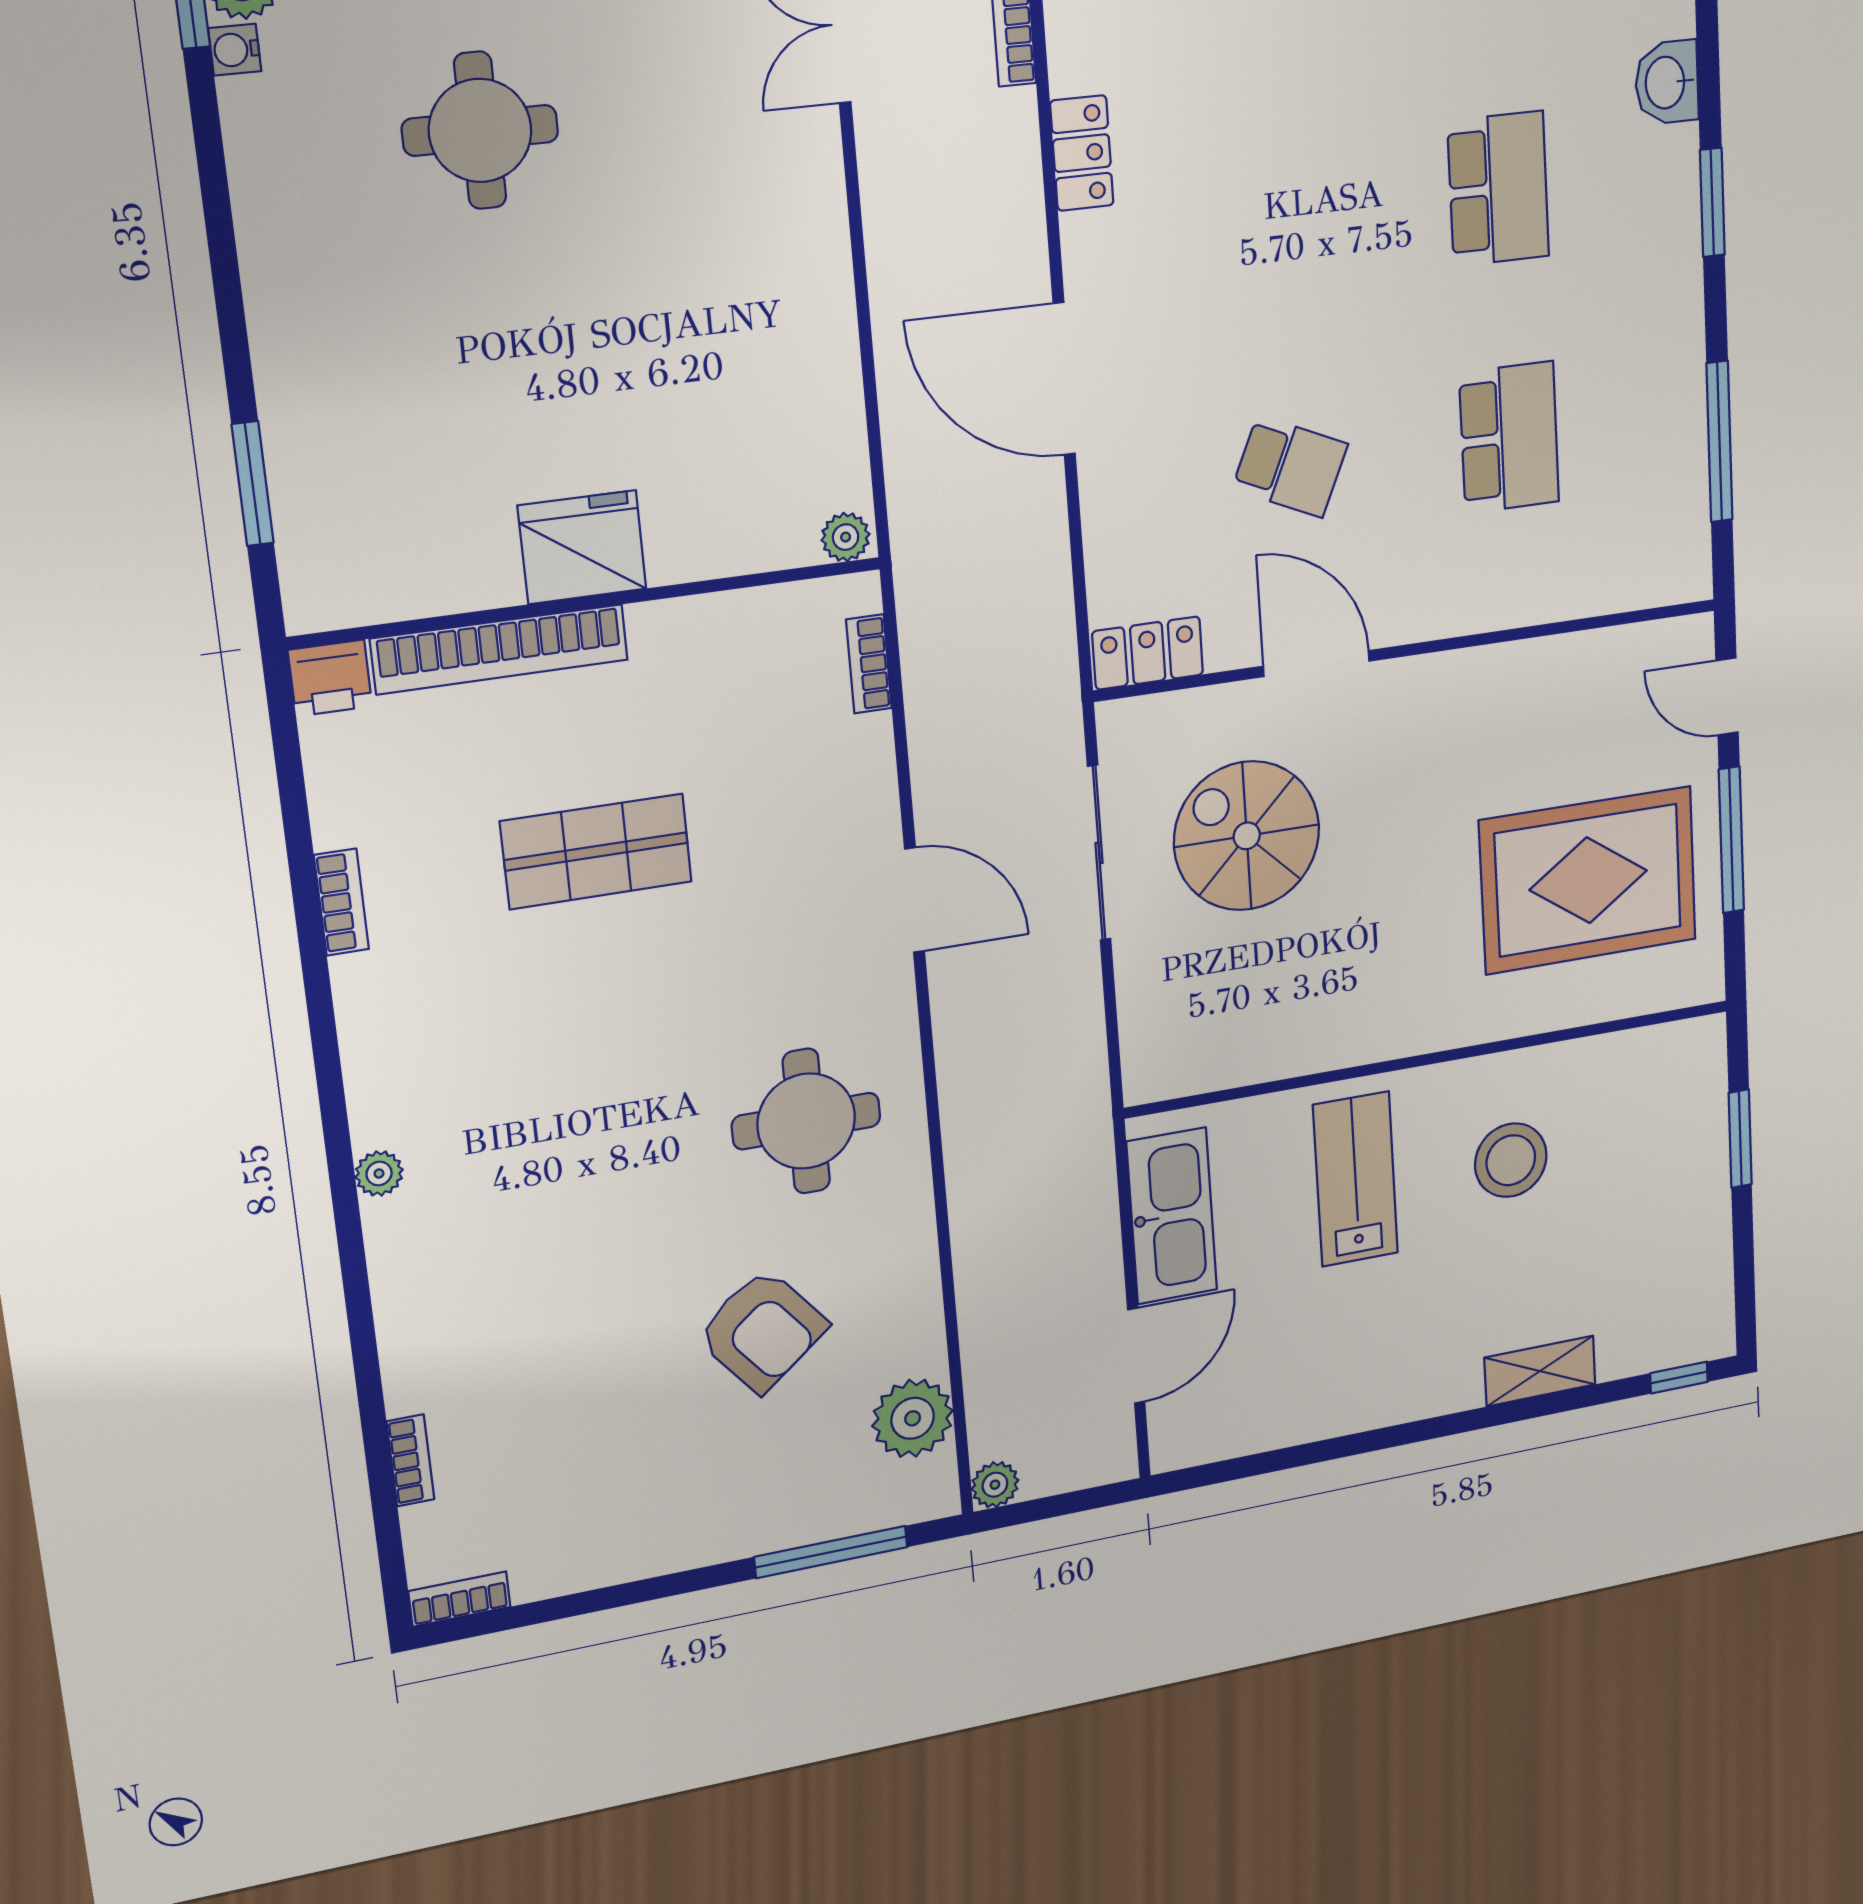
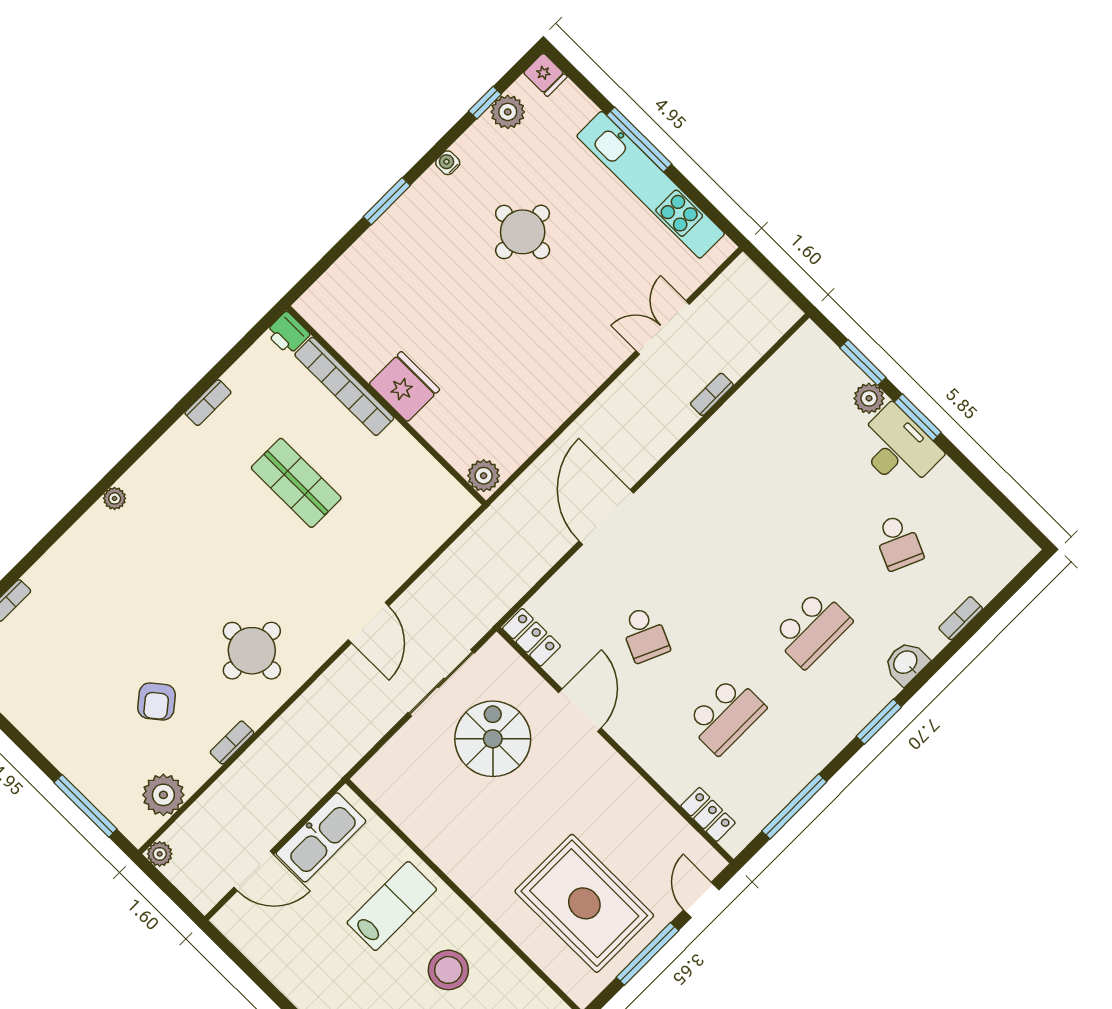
water cooler: (235, 50) -> (448, 163), moved
locker: (1082, 153) -> (708, 814), moved, turned -90
window: (253, 484) -> (387, 201), moved
plant: (846, 537) -> (484, 476), width x1.38, depth x1.38
bookcase: (869, 664) -> (232, 743), moved
armchair: (762, 1331) -> (157, 701), width x0.72, depth x0.72

